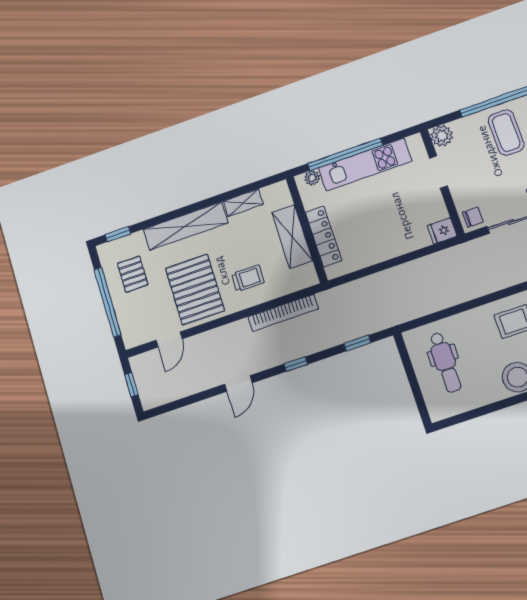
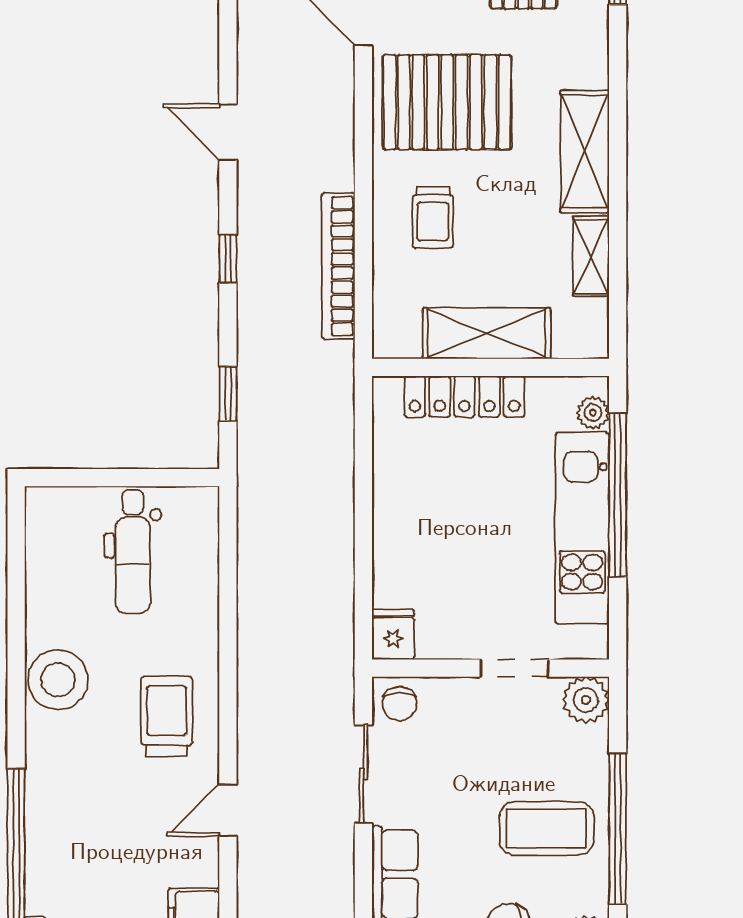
shelving: (186, 226) -> (585, 151), width x0.68
dental chair: (445, 362) -> (133, 552), turned -90

